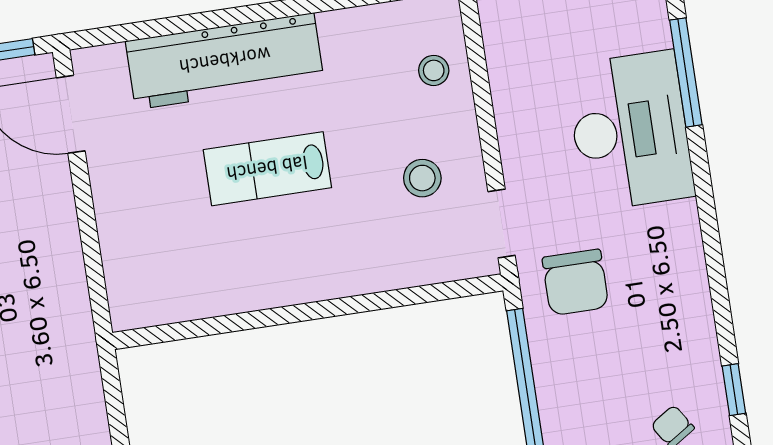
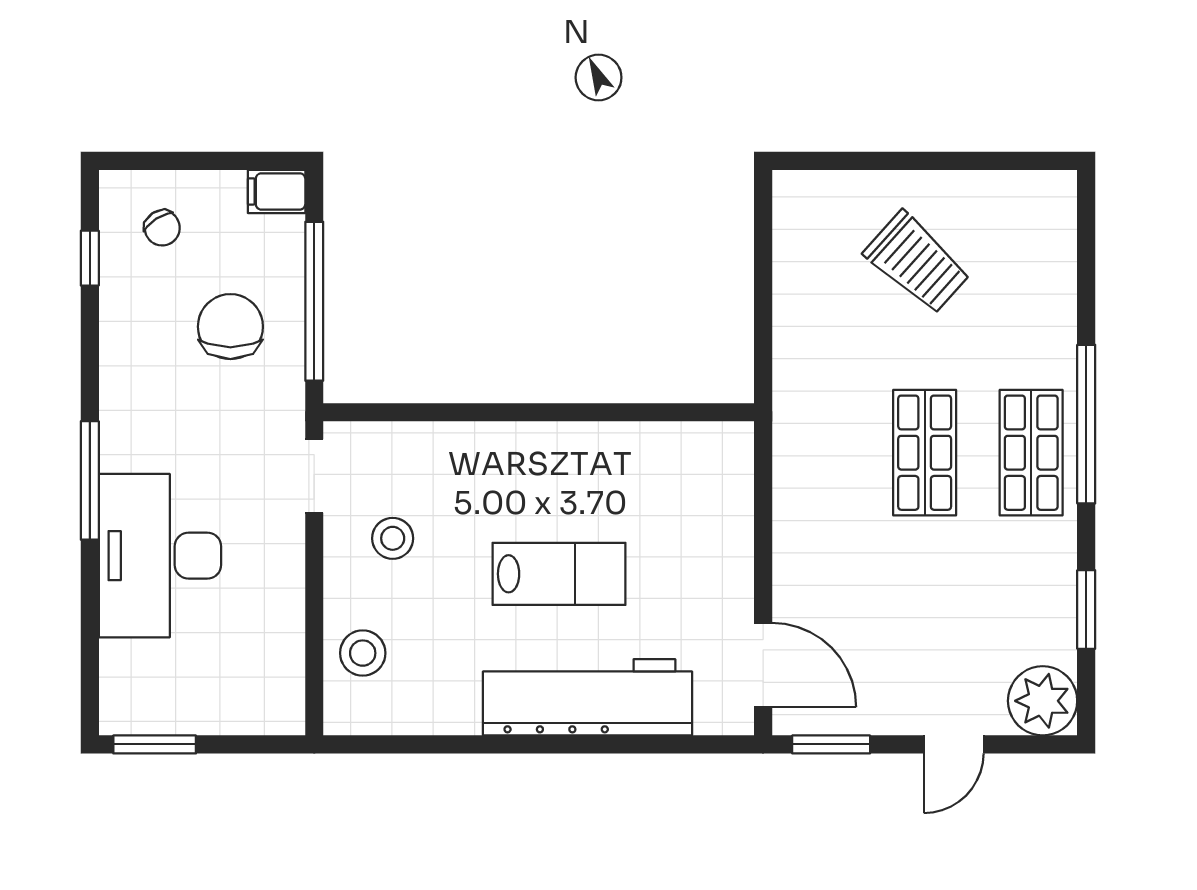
stool: (434, 70) -> (363, 653), width x1.37, depth x1.37
window: (686, 72) -> (90, 480), moved
chair: (575, 282) -> (230, 327), moved

